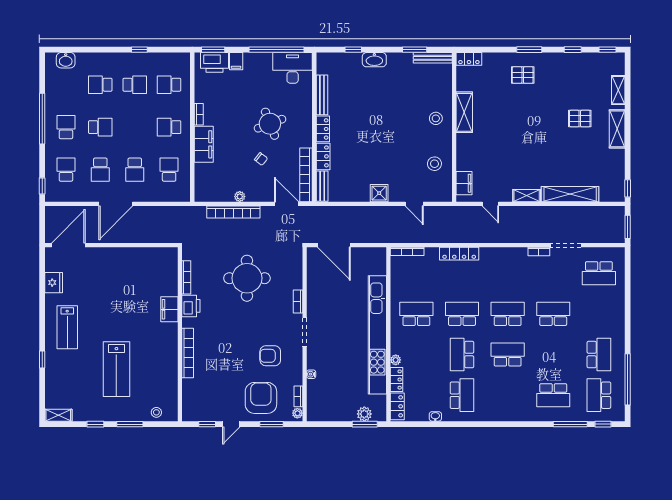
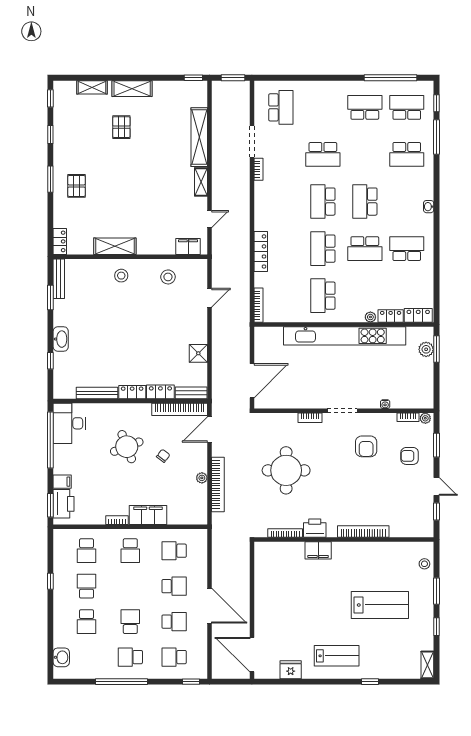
shower: (379, 193) -> (198, 353), moved
school desk: (553, 314) -> (323, 154), turned -90
school desk: (553, 395) -> (407, 154), turned 90
school desk: (599, 395) -> (407, 107), turned 180
armchair: (261, 398) -> (410, 456), width x0.53, depth x0.53
washbasin: (435, 416) -> (429, 207), moved

